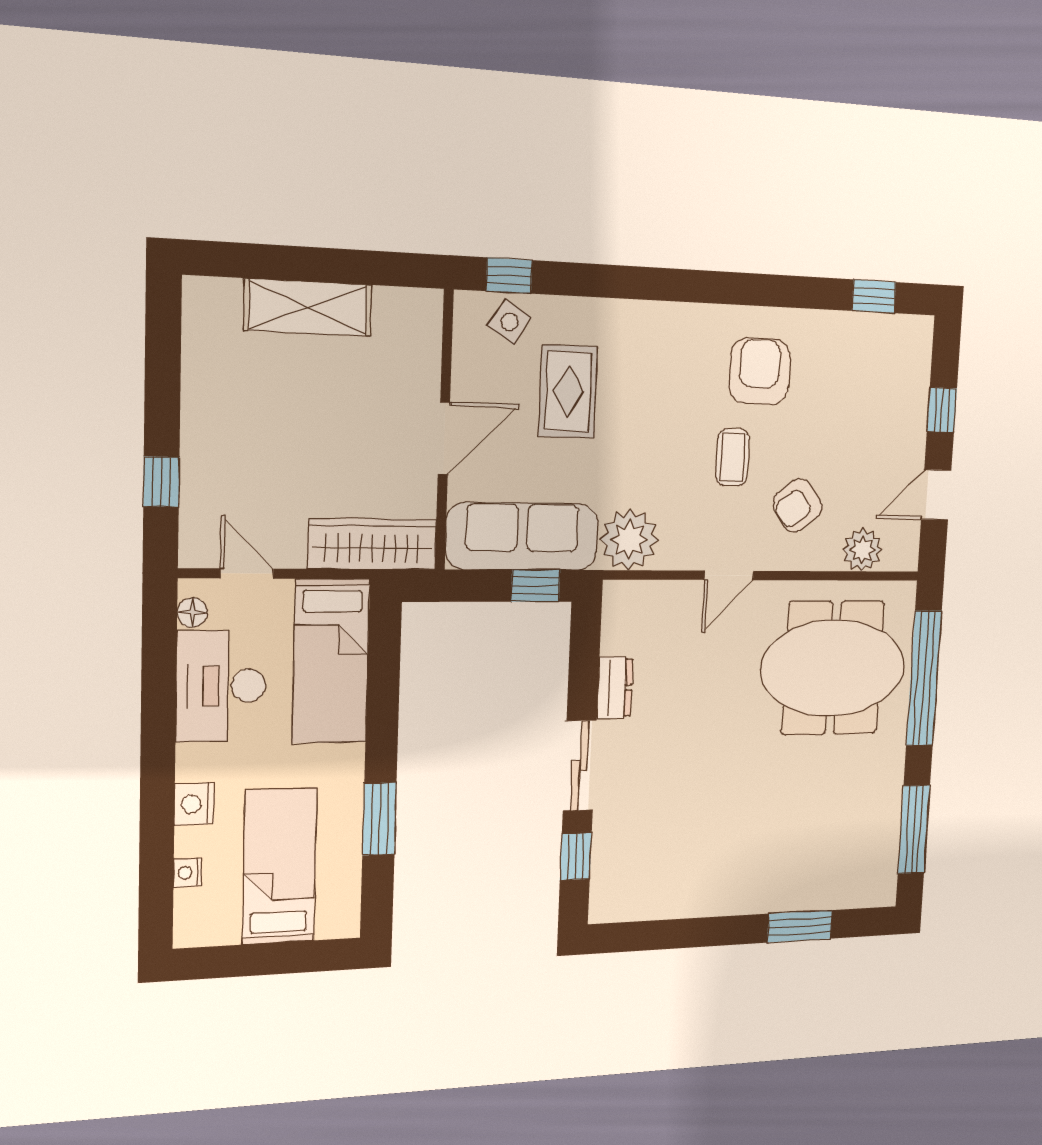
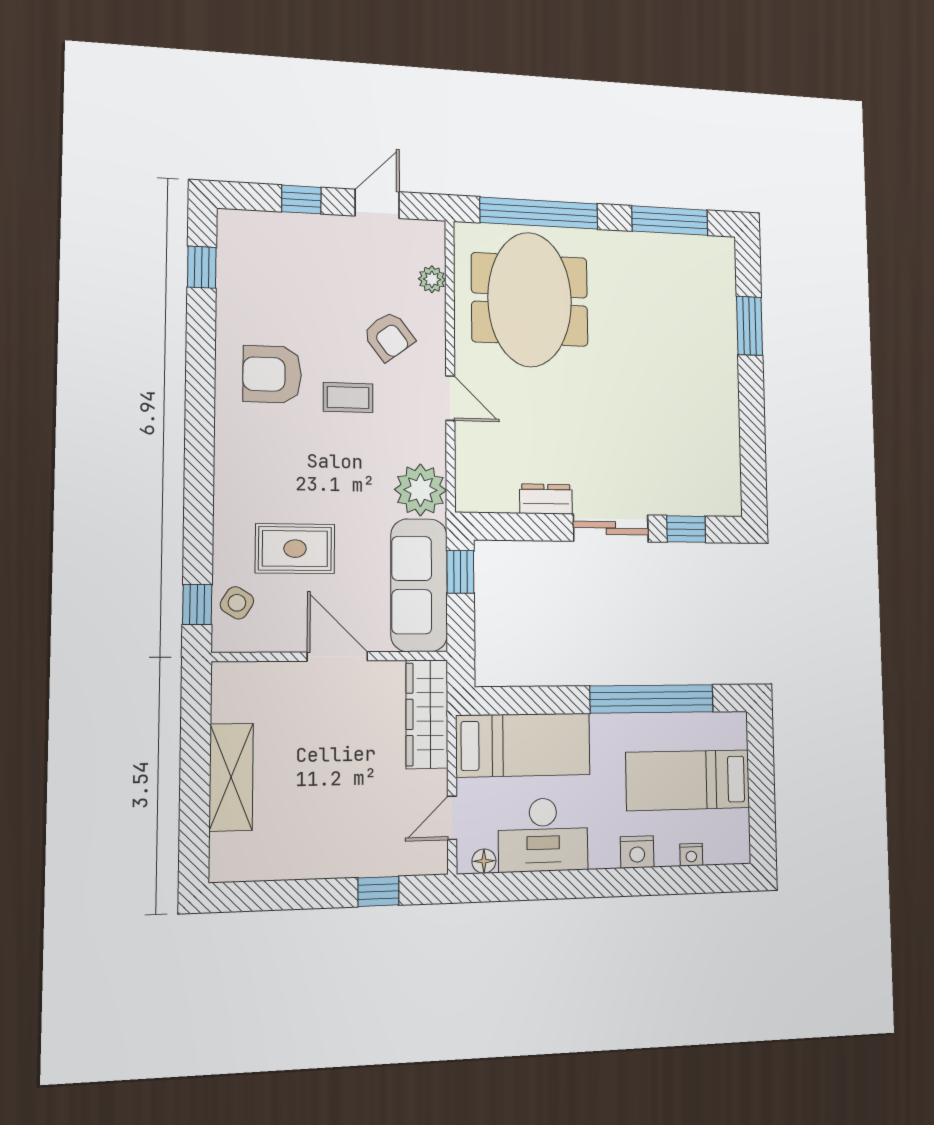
door: (936, 495) -> (377, 204), swing flipped
plant: (862, 550) -> (432, 279), width x0.73, depth x0.73
window: (379, 819) -> (652, 699), width x2.11

